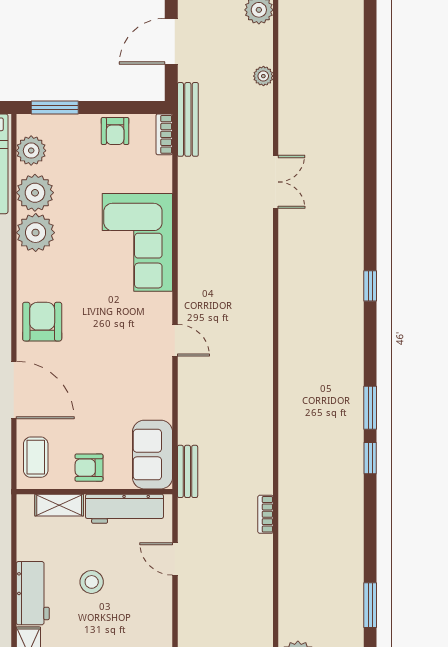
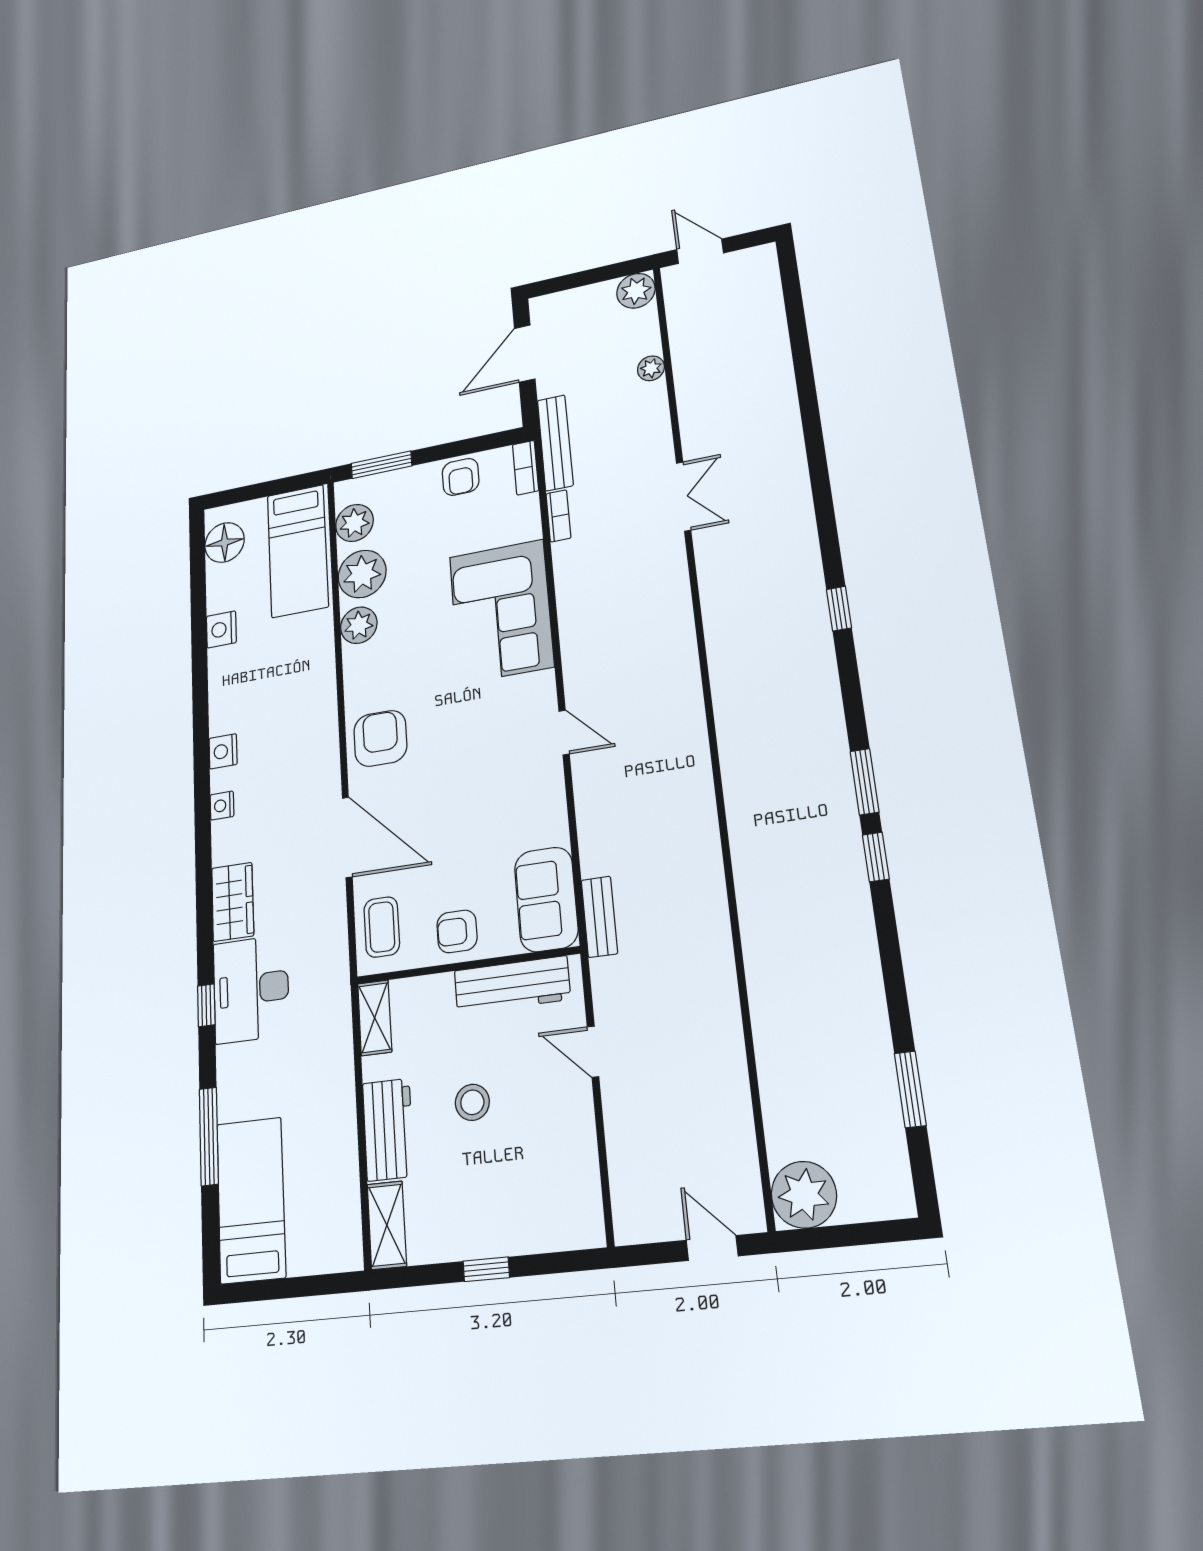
plant: (36, 233) -> (359, 625), width x0.73, depth x0.73
shelving: (59, 505) -> (375, 1018), moved, turned 90
bookcase: (266, 514) -> (558, 516), moved, turned 180

